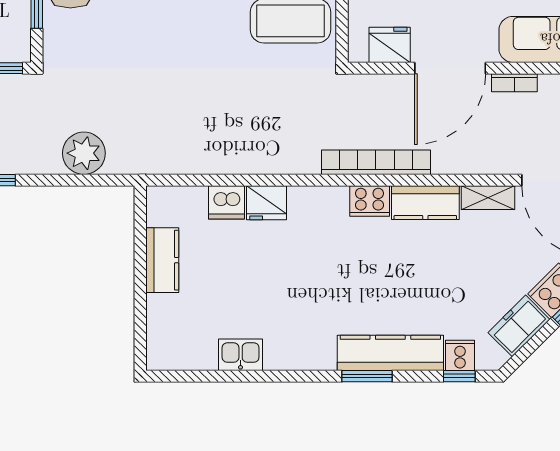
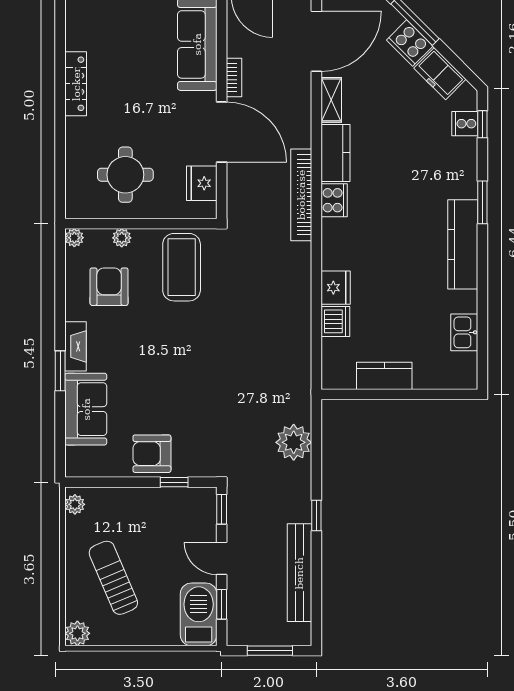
kitchen counter: (390, 353) -> (463, 244), moved
kitchen sink: (241, 355) -> (464, 332), moved

